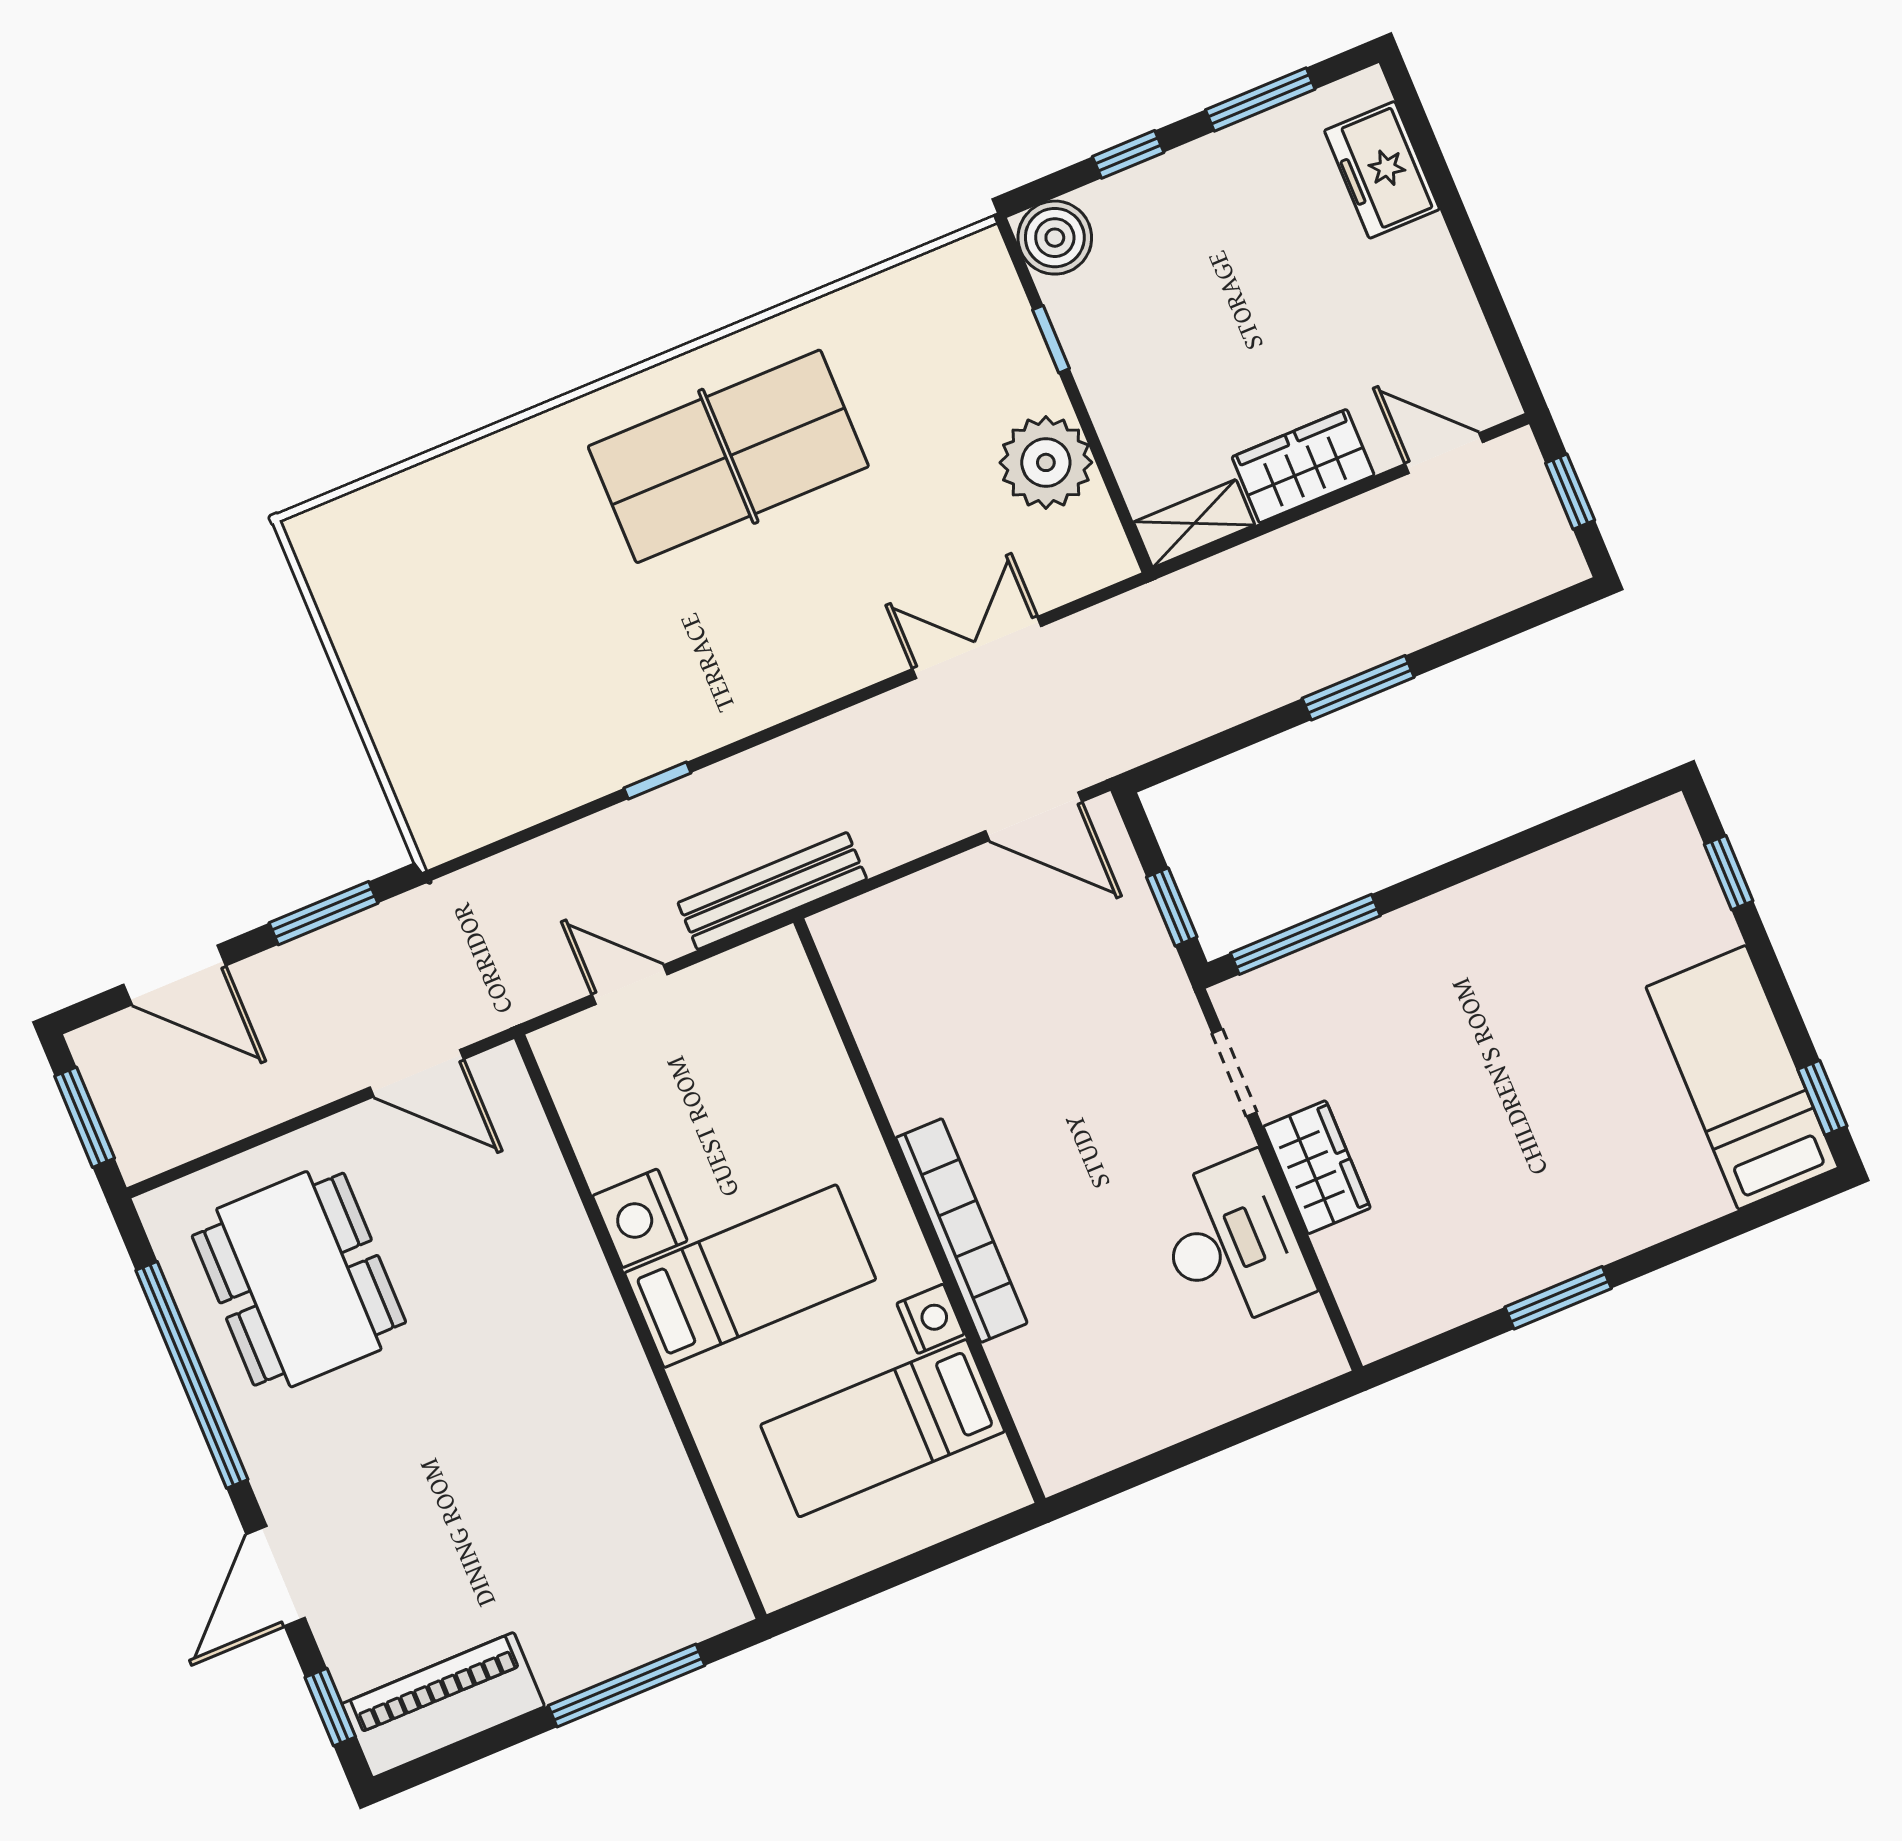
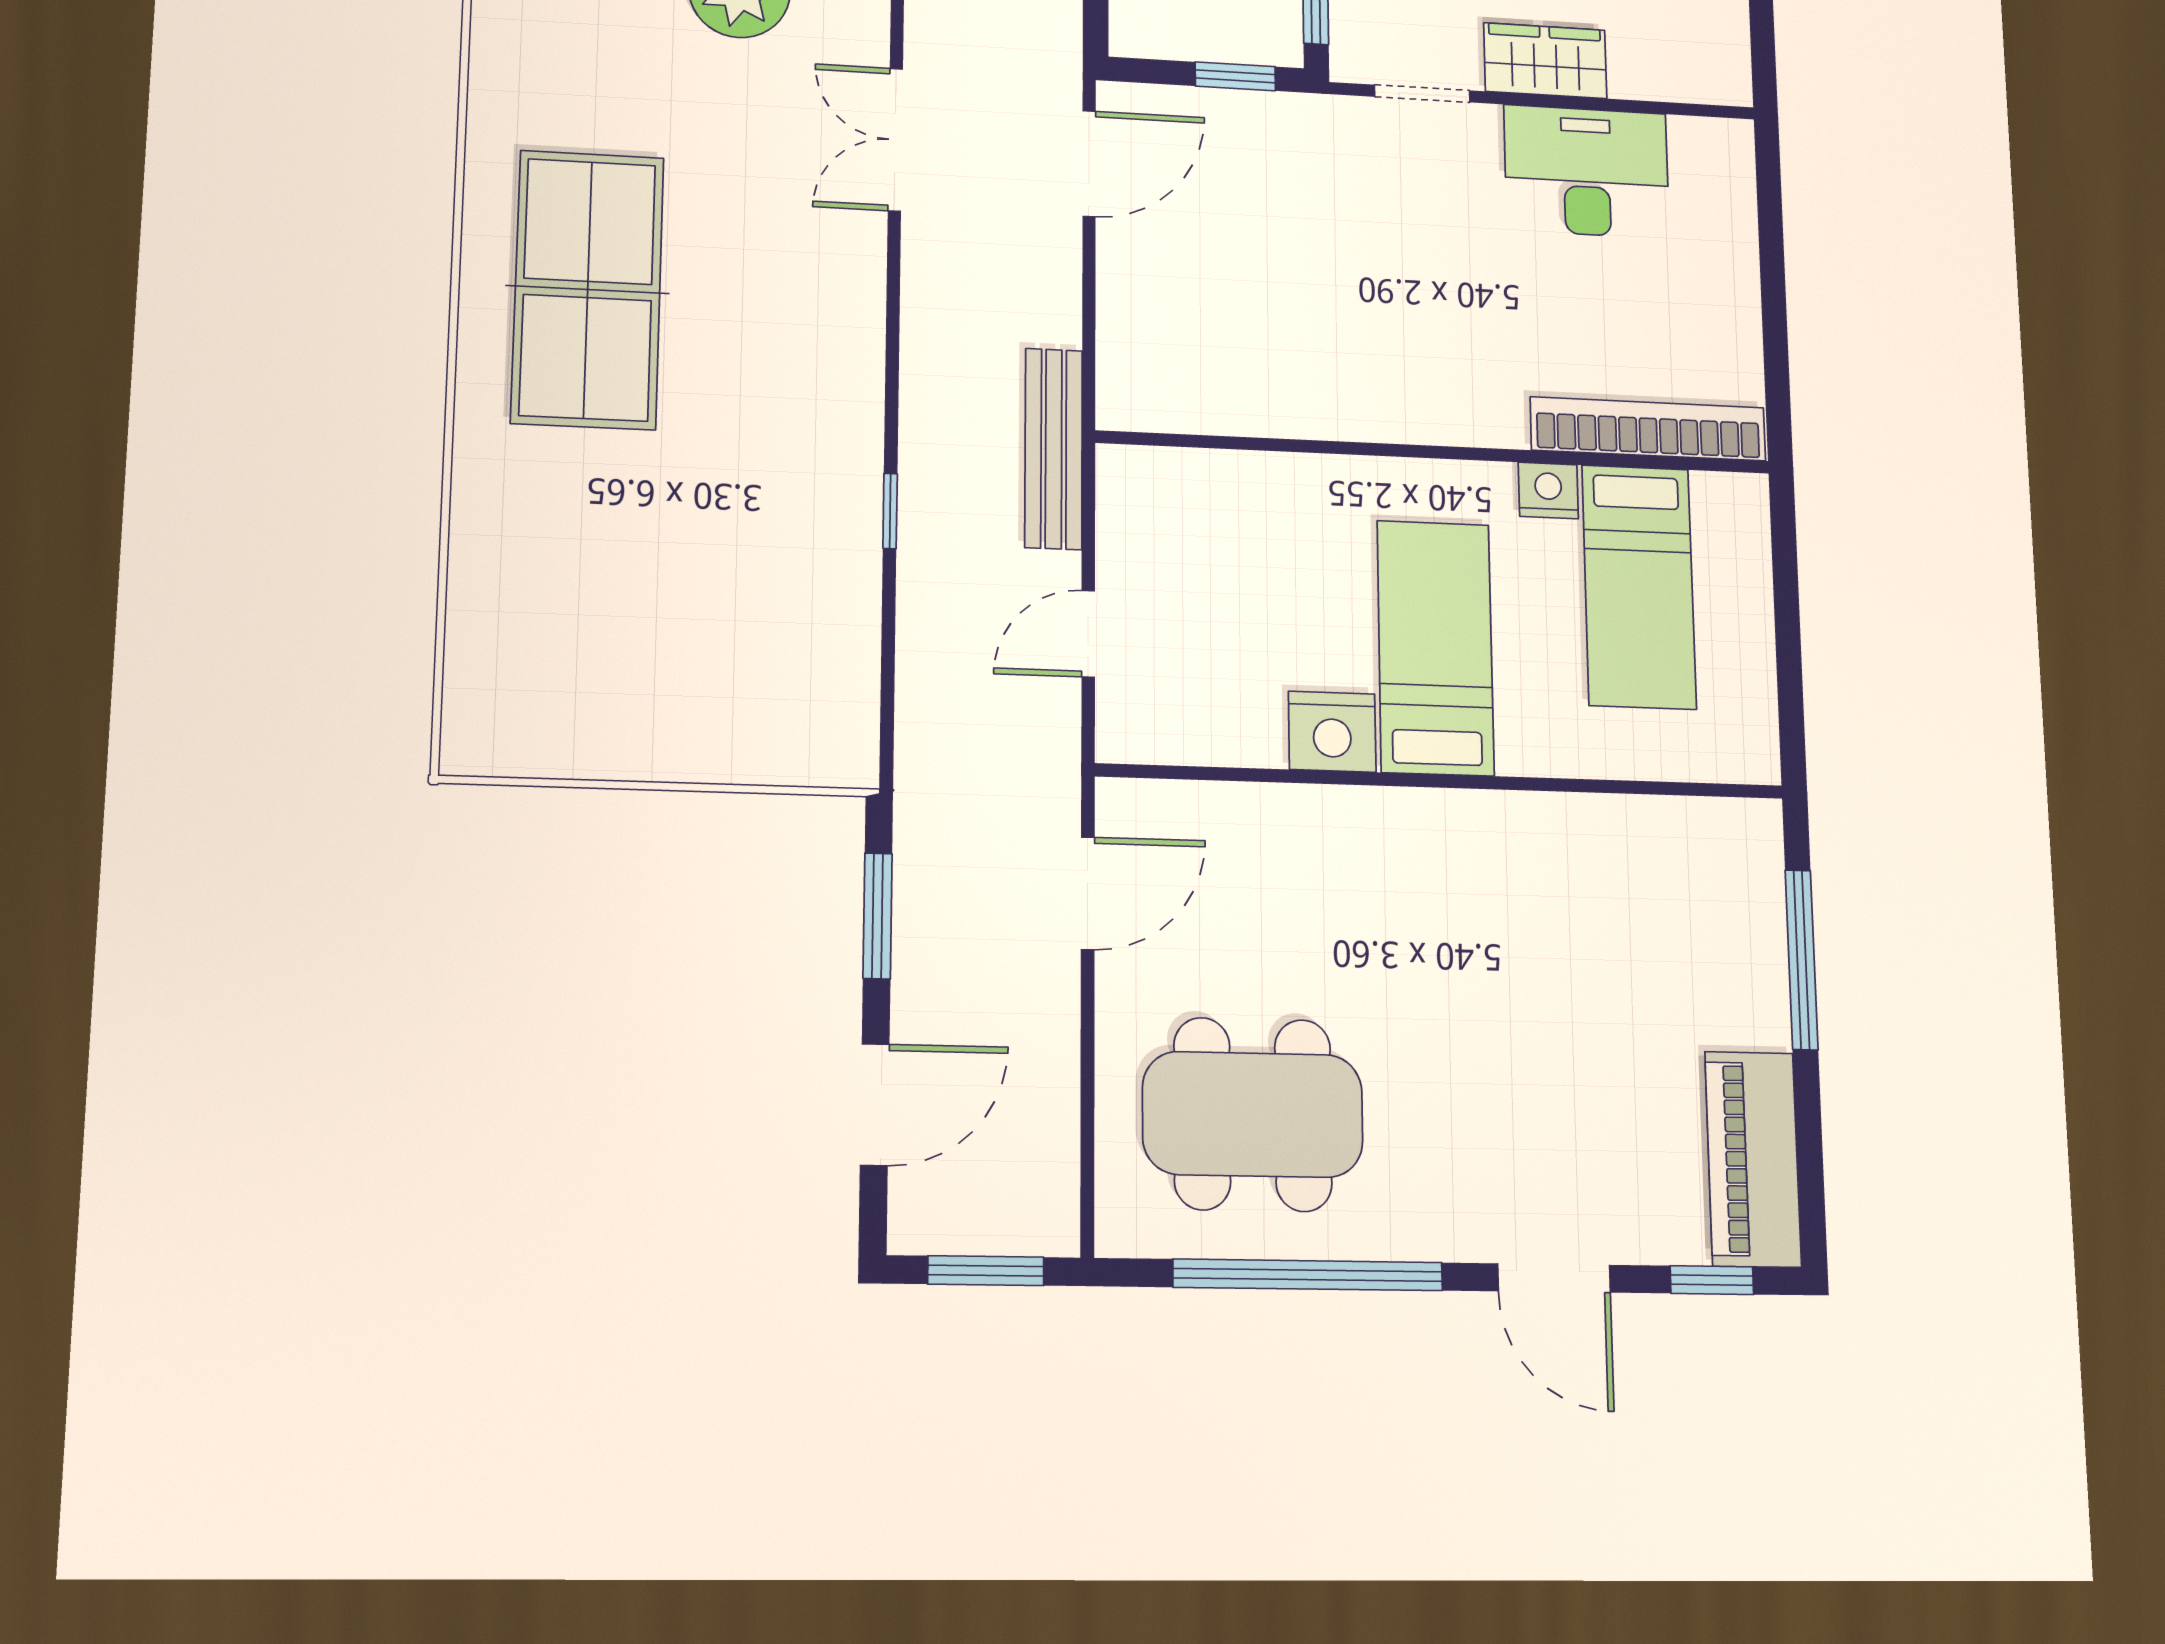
bookcase: (961, 1230) -> (1648, 429), moved

